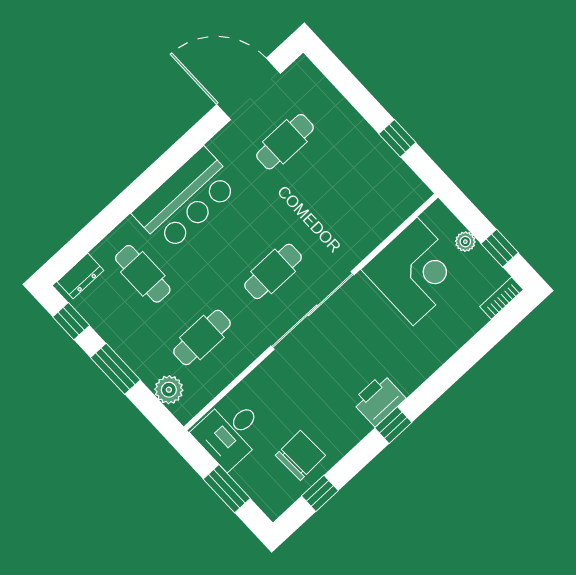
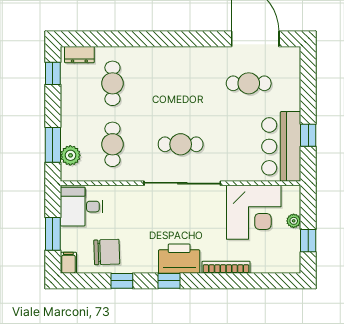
bar counter: (186, 200) -> (281, 146), moved, turned 90
bookcase: (502, 298) -> (226, 267), moved, width x1.56
cafe table: (202, 337) -> (112, 144), turned 90
window: (115, 369) -> (53, 145), moved
printer: (379, 400) -> (179, 259), width x1.37, depth x1.19
window: (320, 493) -> (122, 281), moved
filing cabinet: (271, 504) -> (68, 263), added

